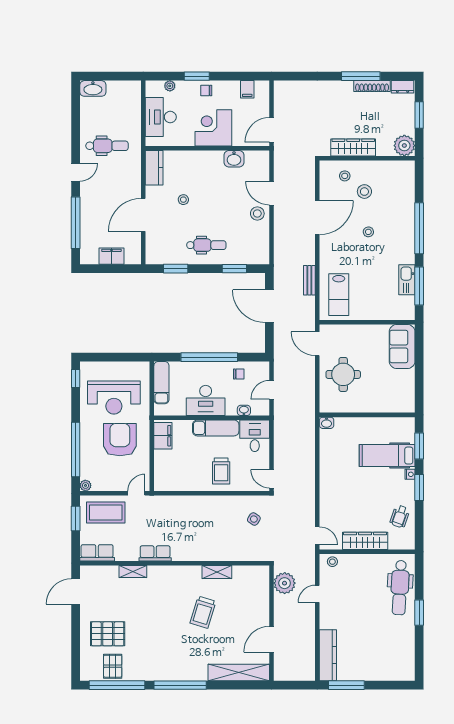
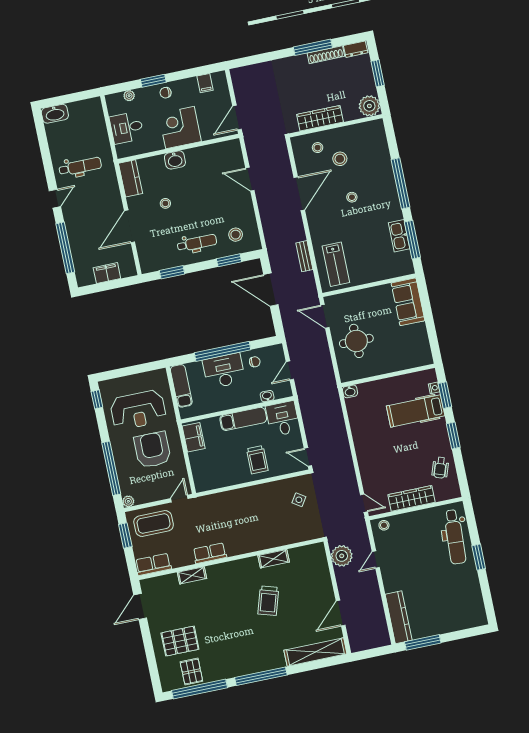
desk: (161, 117) -> (127, 128), width x0.73
washbasin: (234, 159) -> (175, 160), moved
stool: (257, 214) -> (236, 235), moved
desk: (206, 400) -> (224, 371), moved, turned 180
nightstand: (410, 474) -> (434, 388), moved

